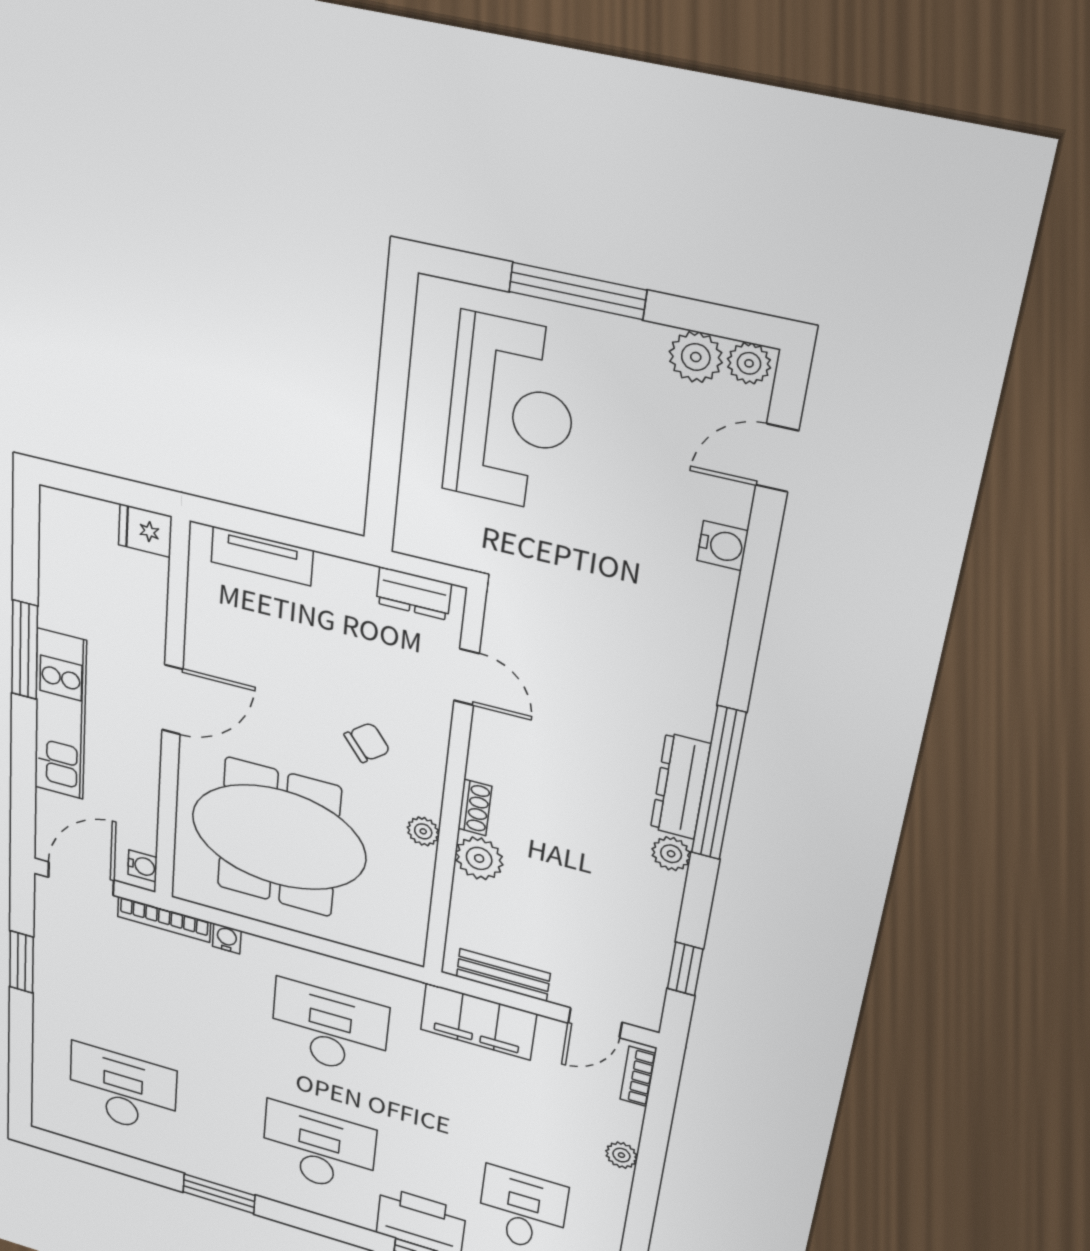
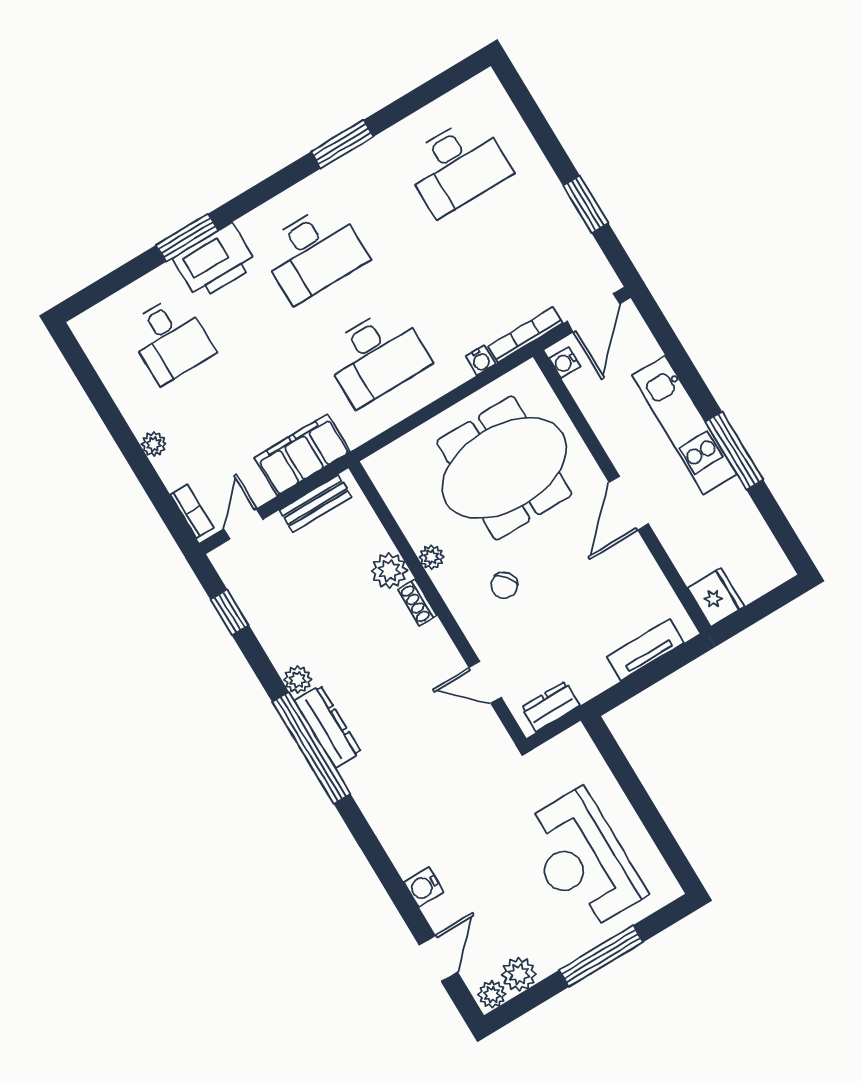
fridge: (145, 531) -> (716, 597), width x1.38

